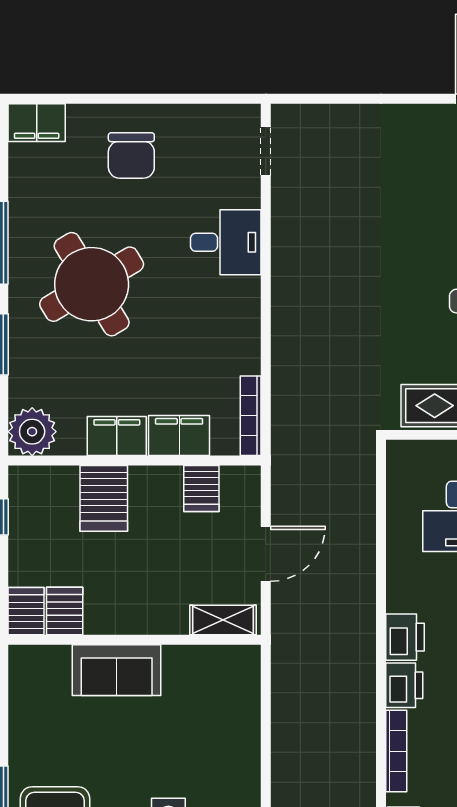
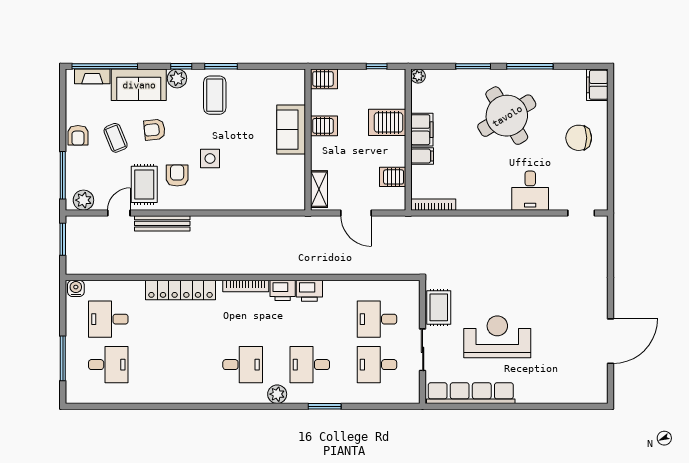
plant: (32, 432) -> (418, 76), width x0.53, depth x0.53
filing cabinet: (179, 435) -> (422, 156), width x0.50
server rack: (65, 611) -> (324, 126), moved

